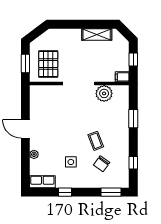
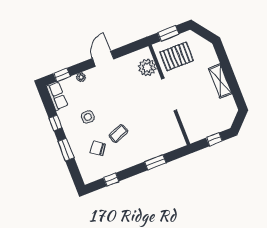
shelving: (97, 34) -> (220, 81), moved
filing cabinet: (122, 77) -> (193, 135), removed
plant: (104, 93) -> (147, 67), moved
window: (25, 170) -> (62, 75), added
window: (111, 192) -> (66, 150), moved

